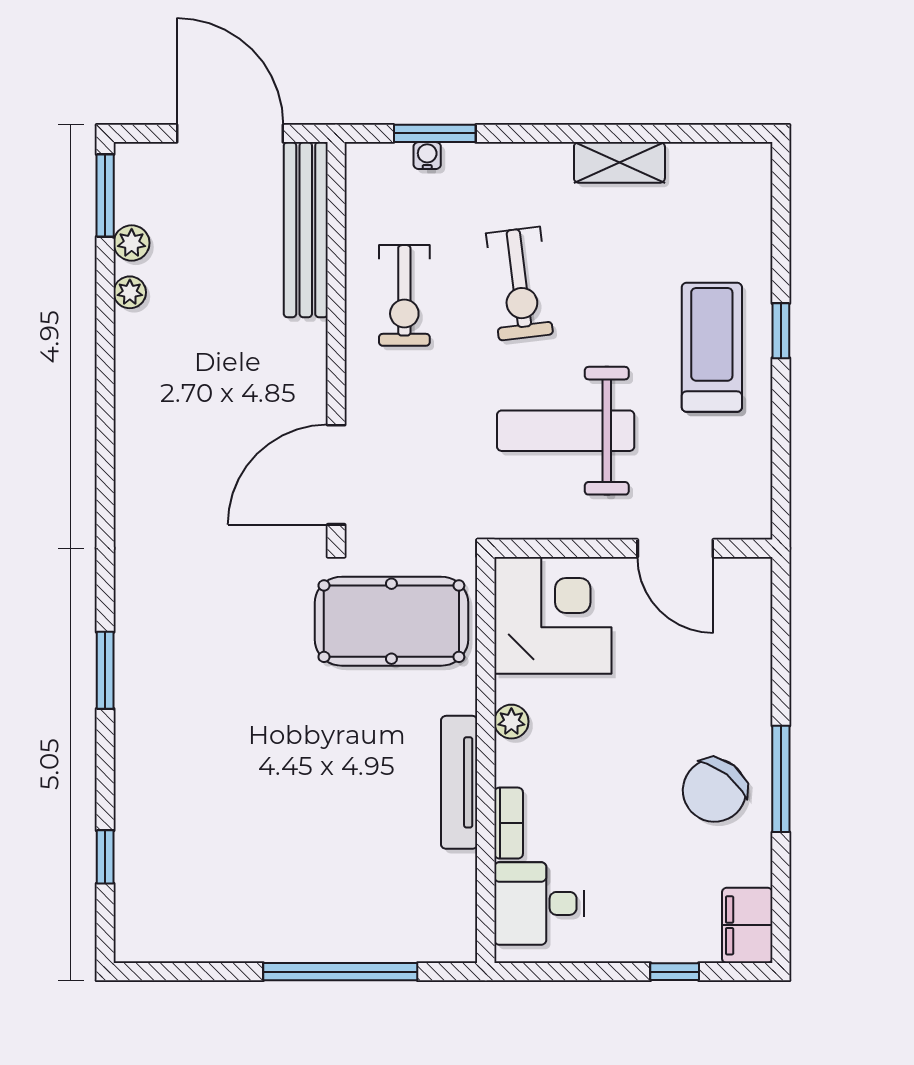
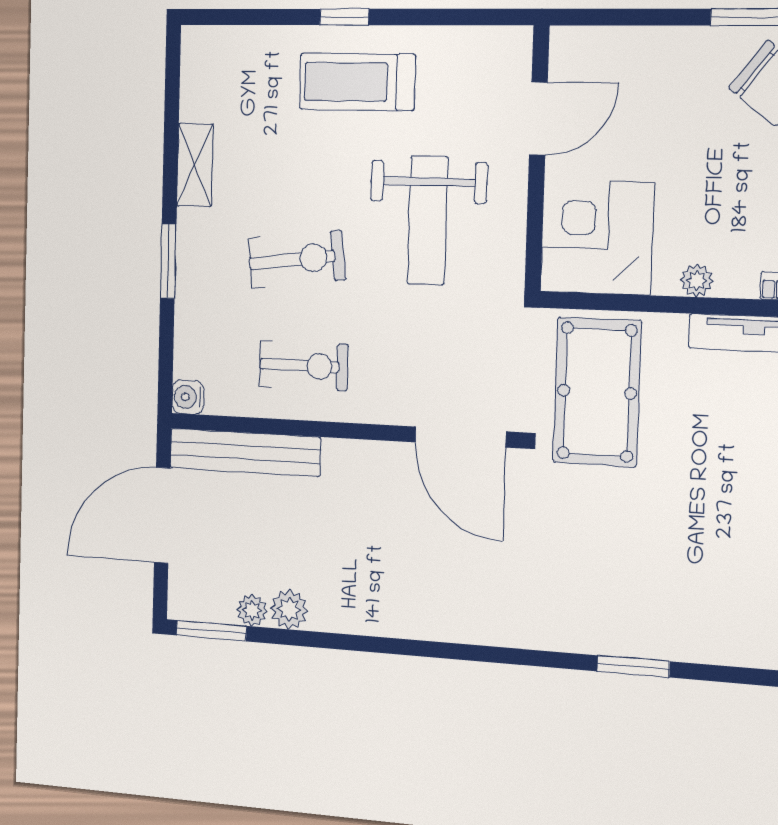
window: (435, 133) -> (168, 261), moved
water cooler: (427, 156) -> (188, 397), moved, width x1.38, depth x1.38
plant: (130, 292) -> (289, 610), width x1.38, depth x1.38

